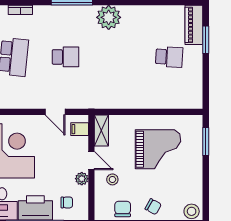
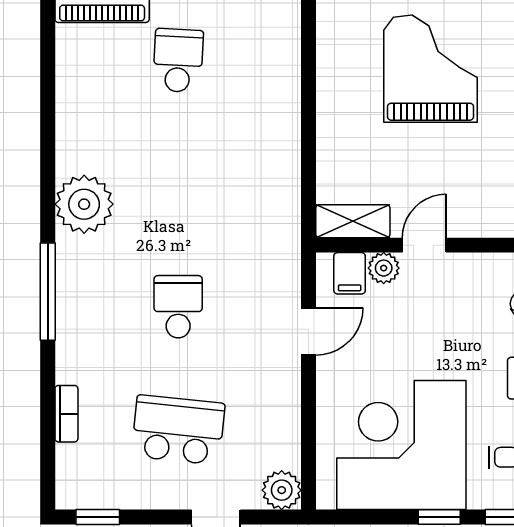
grand piano: (158, 149) -> (431, 69), moved
plant: (82, 179) -> (384, 268), moved
stool: (112, 179) -> (469, 195), removed

